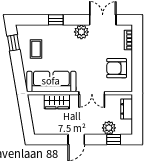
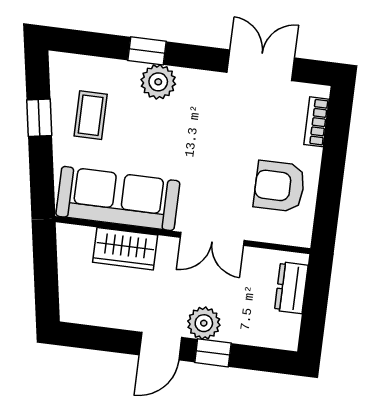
plant: (81, 32) -> (158, 82), moved
window: (13, 43) -> (39, 118), moved
plant: (109, 128) -> (204, 323), moved
window: (114, 139) -> (213, 353), moved

